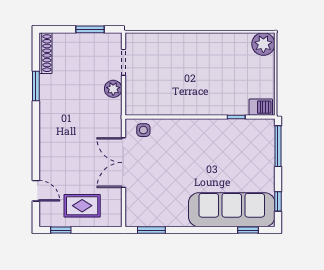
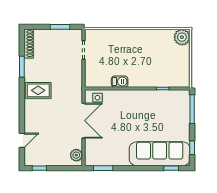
plant: (113, 89) -> (76, 155), moved
barbecue: (261, 107) -> (120, 82), moved
double door: (123, 163) -> (83, 121), swing flipped
door: (36, 191) -> (22, 140), hinge flipped
rug: (82, 206) -> (38, 90), moved

